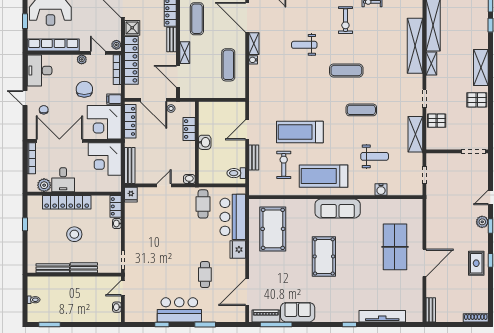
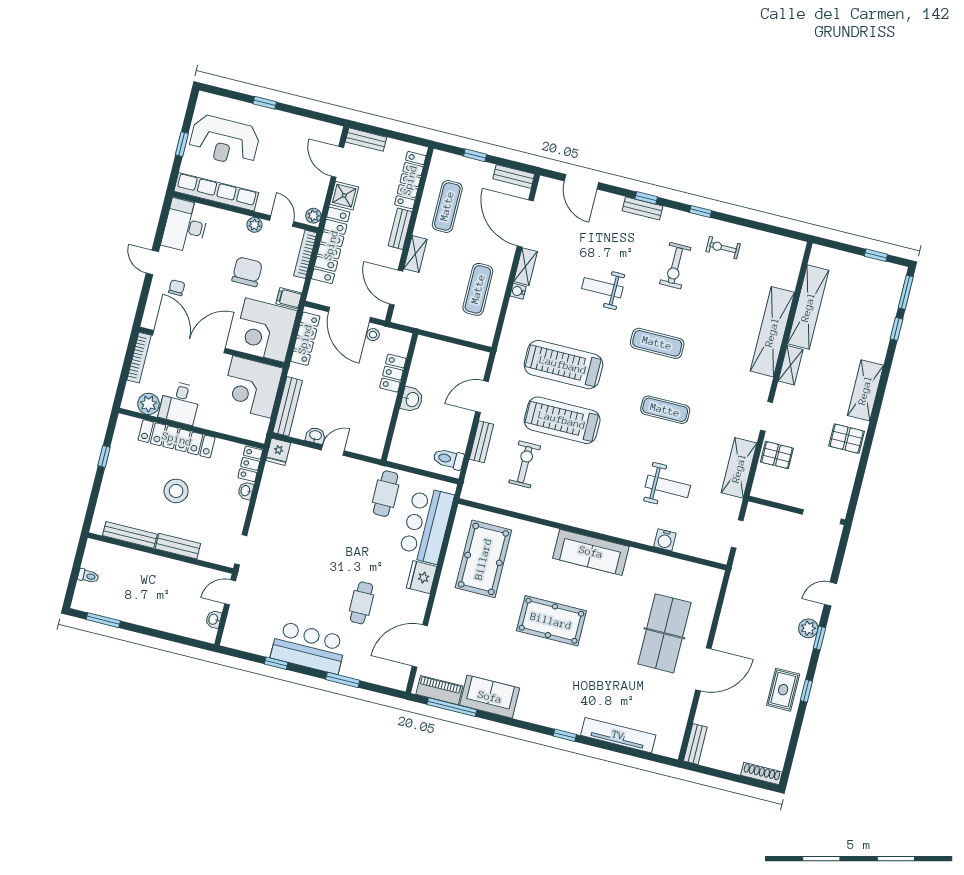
treadmill: (324, 176) -> (563, 365), moved
washbasin: (189, 179) -> (315, 436), moved
pool table: (324, 256) -> (551, 621), turned 90

